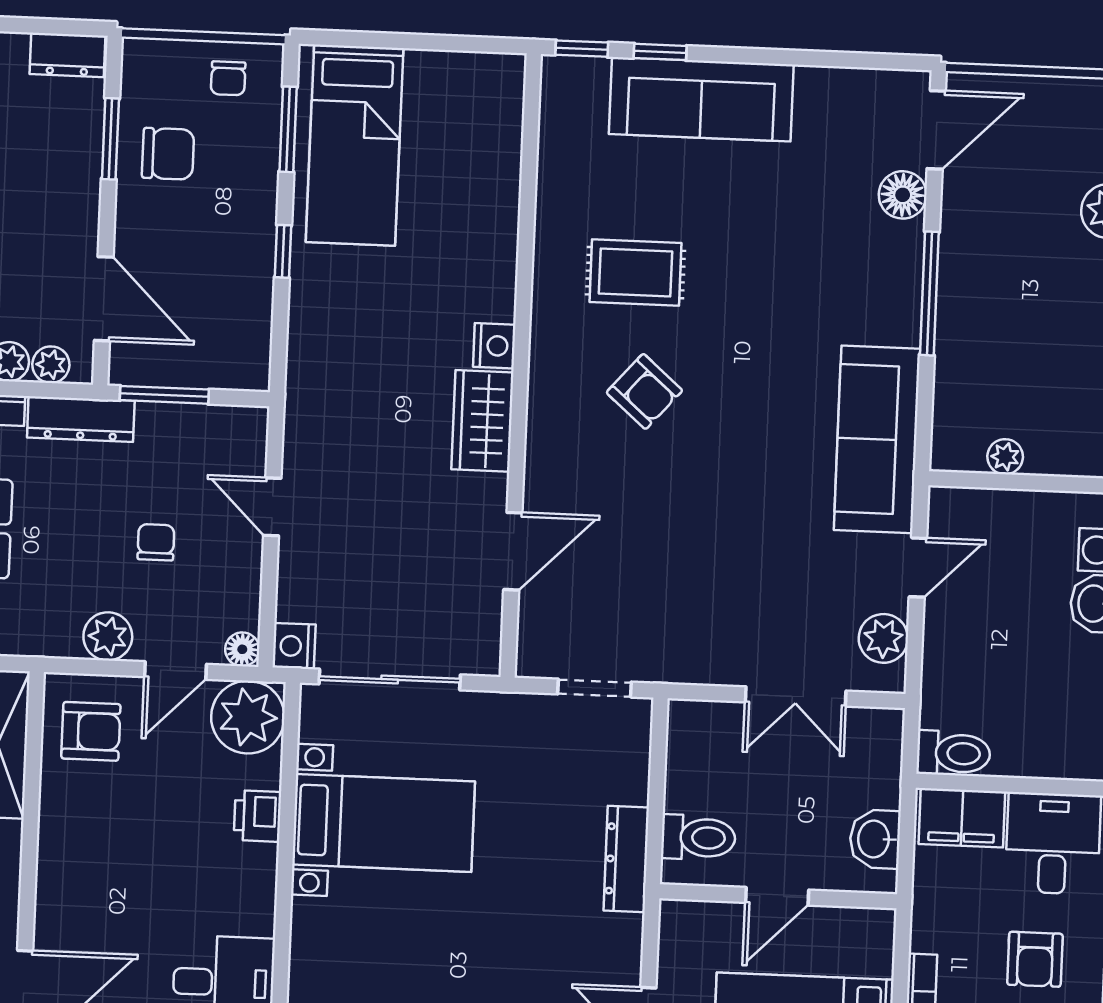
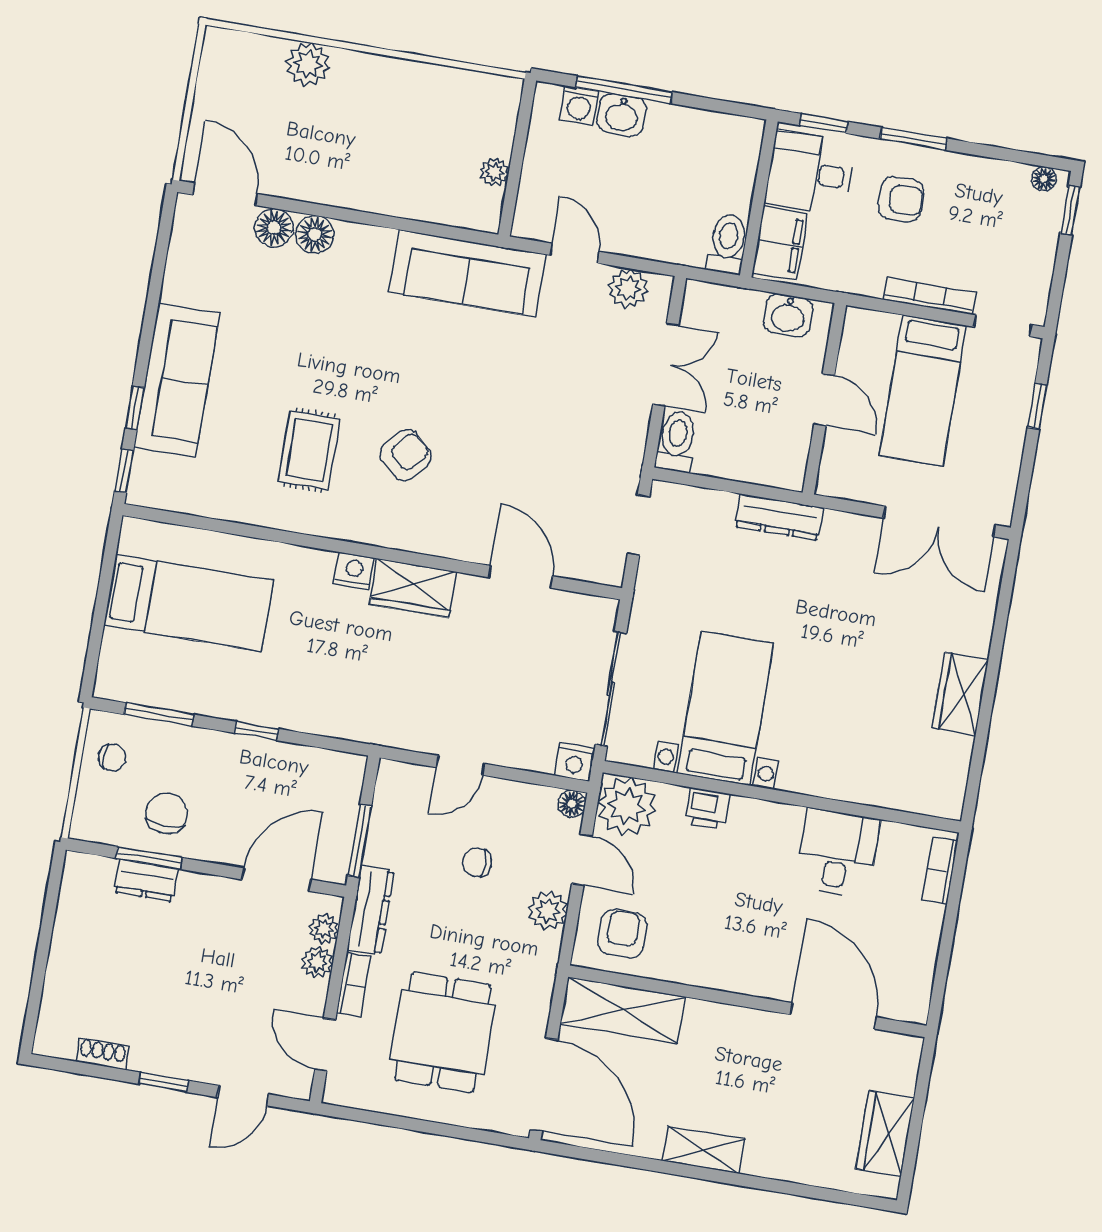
dresser: (67, 55) -> (146, 880), moved, turned 90
bed: (355, 145) -> (189, 603), moved
floor lamp: (901, 246) -> (315, 234), added
window: (929, 293) -> (356, 216), removed
toilet: (698, 838) -> (677, 441), moved

